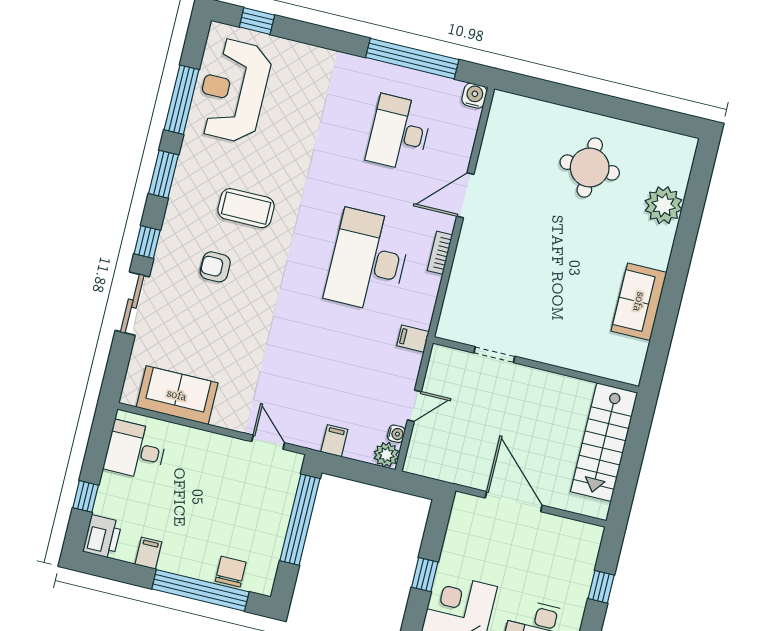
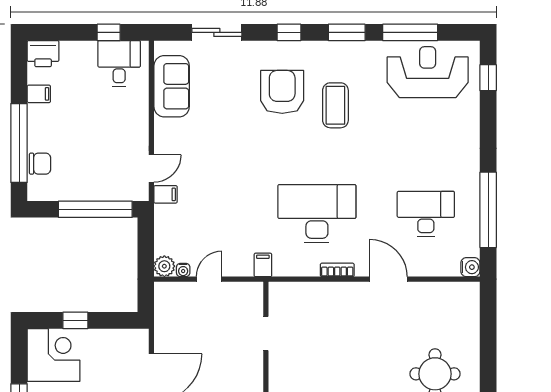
armchair: (215, 267) -> (282, 92), width x1.88, depth x1.88
sliding door: (132, 304) -> (217, 32), moved
door: (414, 406) -> (209, 279), swing flipped
filing cabinet: (334, 441) -> (166, 194), moved
window: (86, 496) -> (109, 32), moved

